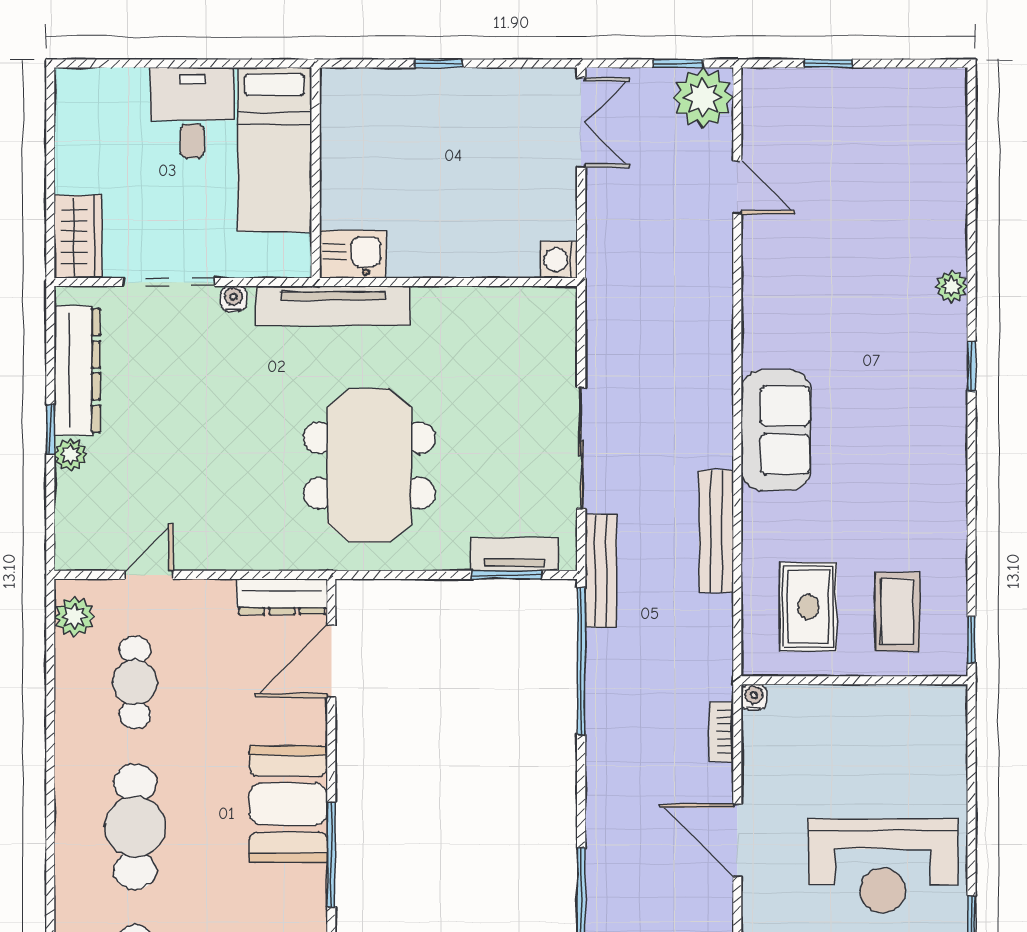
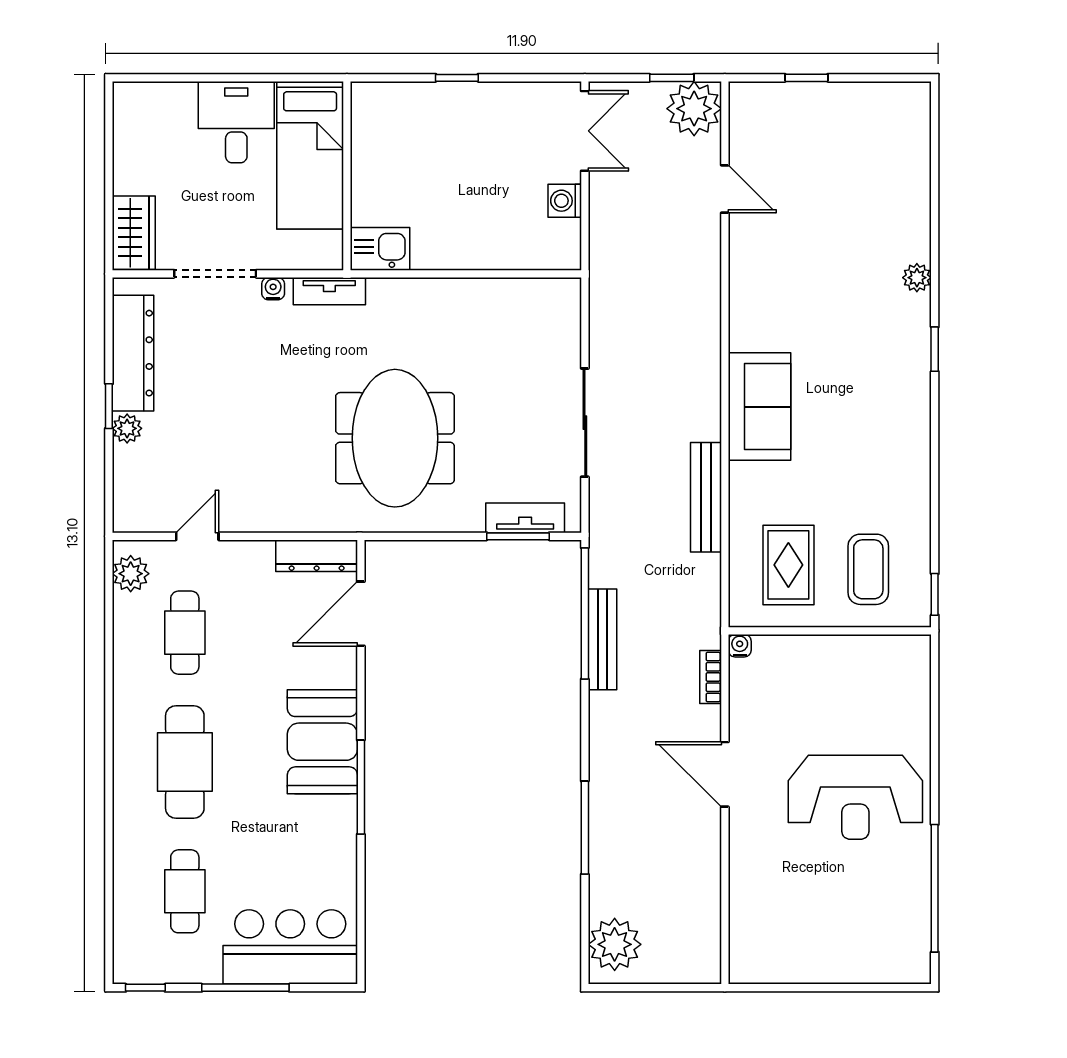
washing machine: (559, 260) -> (565, 201), moved
tv unit: (333, 306) -> (329, 291), width x0.52, depth x0.78
bench: (601, 571) -> (602, 639), moved

